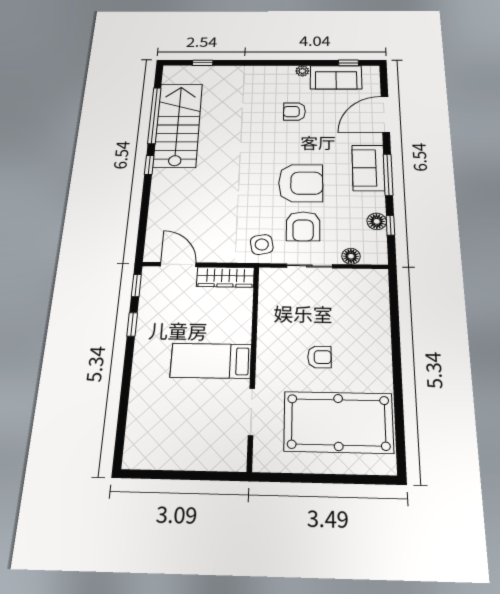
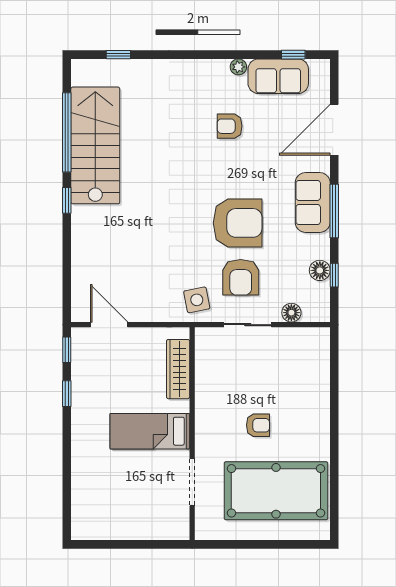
wardrobe: (225, 277) -> (178, 369), moved, turned 90

